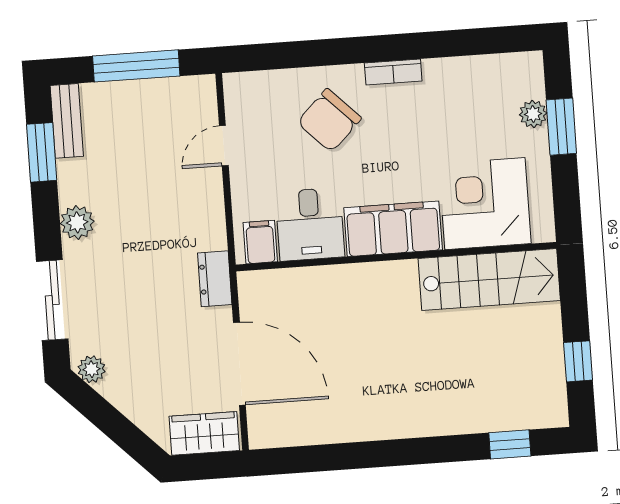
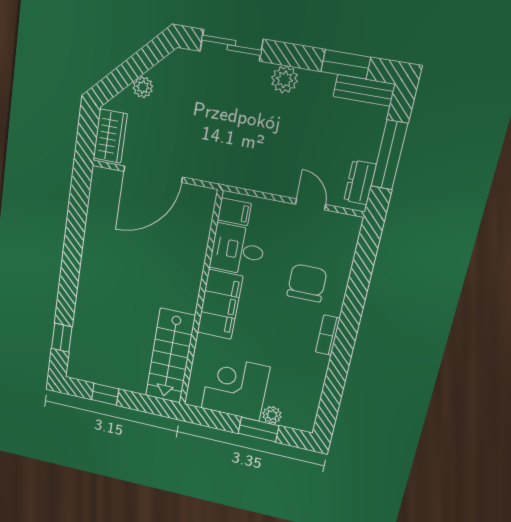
chair: (329, 120) -> (307, 283), turned 45
corner desk: (485, 204) -> (235, 388), moved, turned -90
dresser: (215, 279) -> (360, 182), moved, turned -90
plant: (92, 369) -> (143, 87), moved

